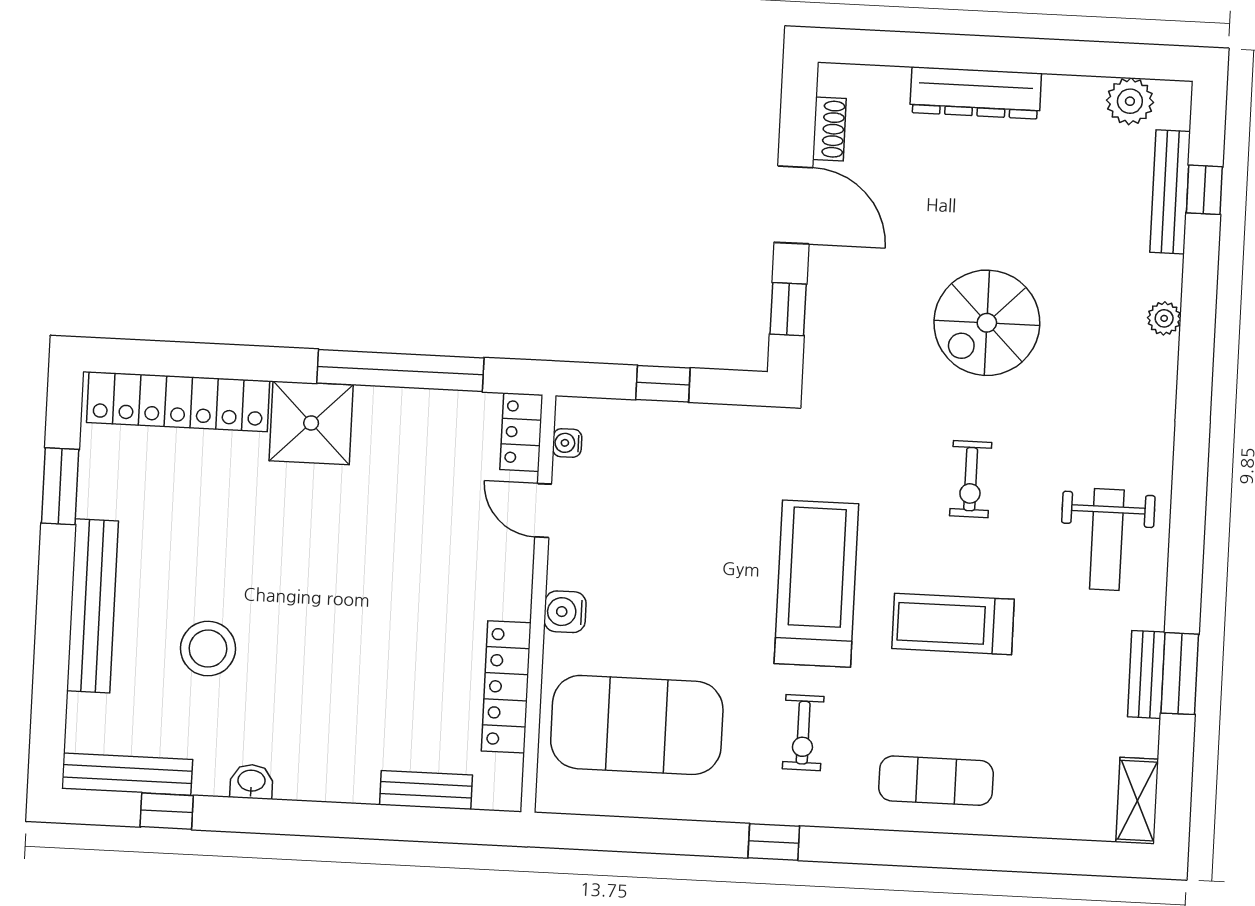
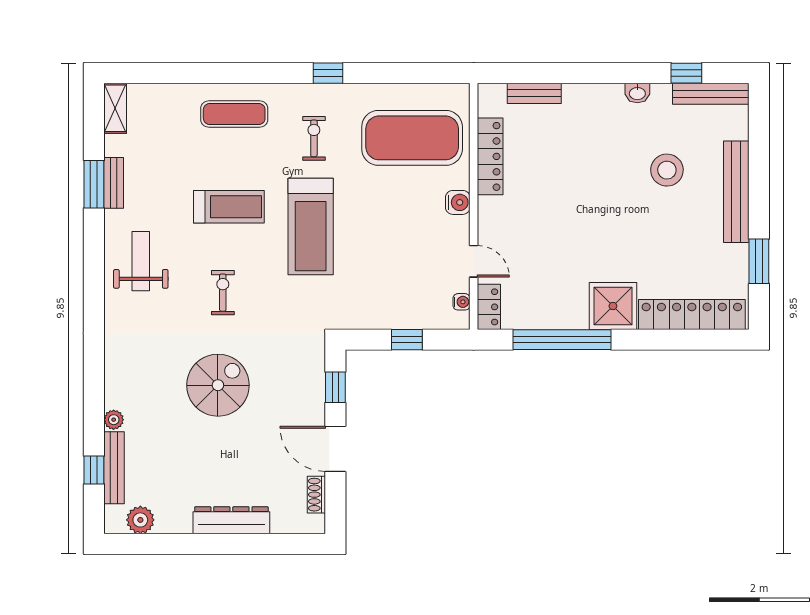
plant: (1164, 318) -> (114, 420), moved

